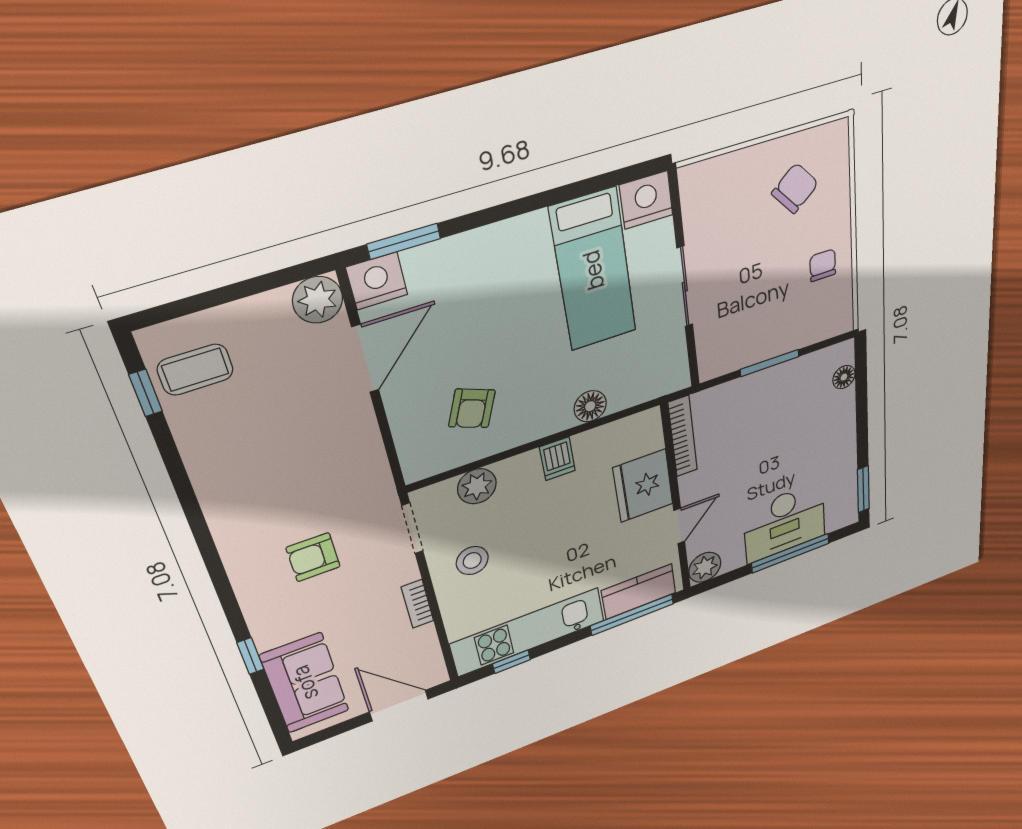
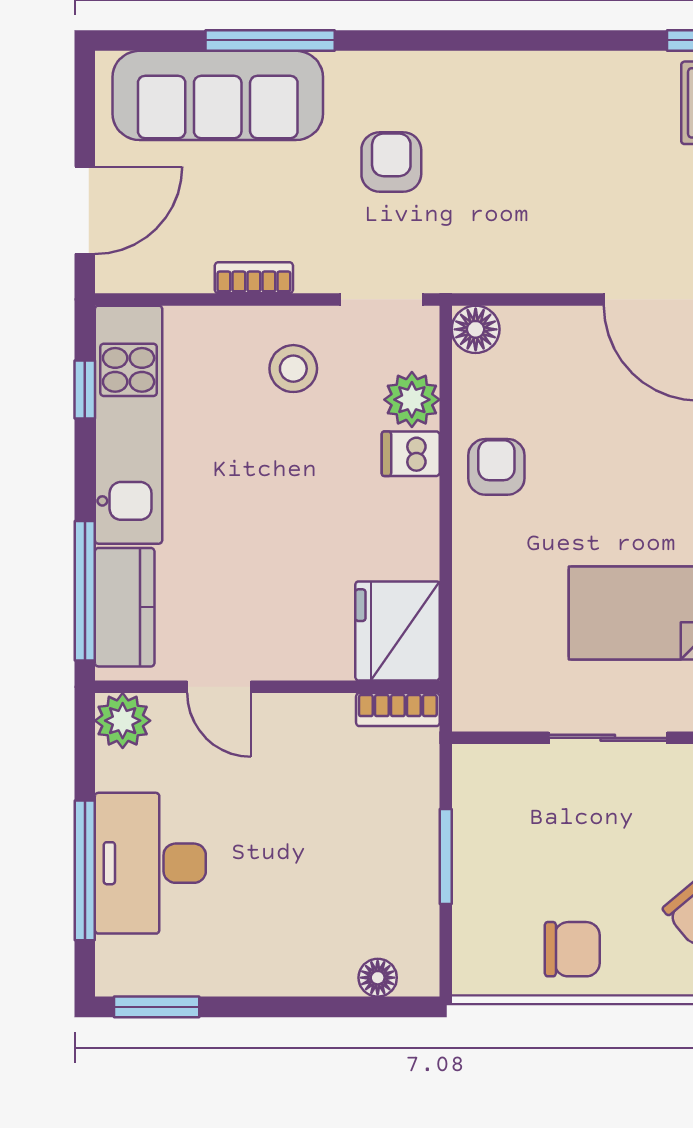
chair: (823, 265) -> (572, 949), width x1.37, depth x1.37
floor lamp: (590, 406) -> (476, 329), moved
armchair: (472, 408) -> (496, 467), moved, turned 68
bookcase: (683, 436) -> (398, 710), width x0.64
dishwasher: (557, 459) -> (411, 454), moved
fridge: (643, 486) -> (397, 631), moved, turned -90
window: (250, 656) -> (270, 40), width x2.17
sofa: (305, 683) -> (218, 95), width x1.36

